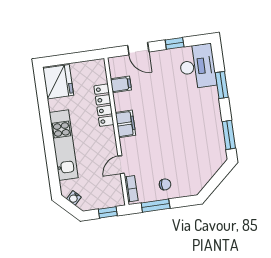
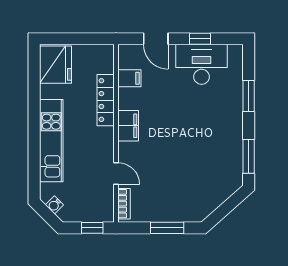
desk: (197, 66) -> (202, 64), moved, turned -90
door: (121, 165) -> (116, 173), swing flipped
chair: (165, 184) -> (165, 204), removed
window: (156, 206) -> (167, 228), moved

